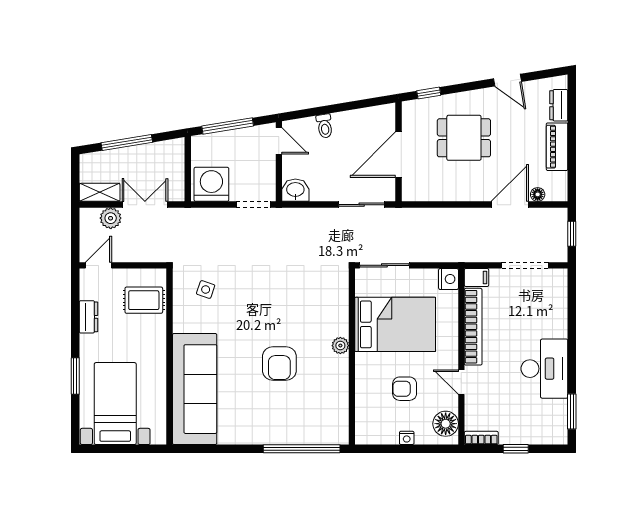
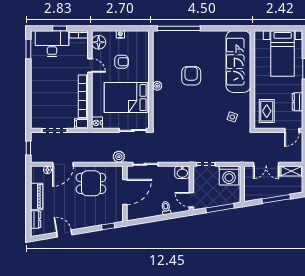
dining table: (464, 138) -> (91, 183), moved
plant: (111, 218) -> (119, 157), moved
rug: (144, 300) -> (267, 111), turned 90
desk: (544, 369) -> (52, 44), moved, turned 90

